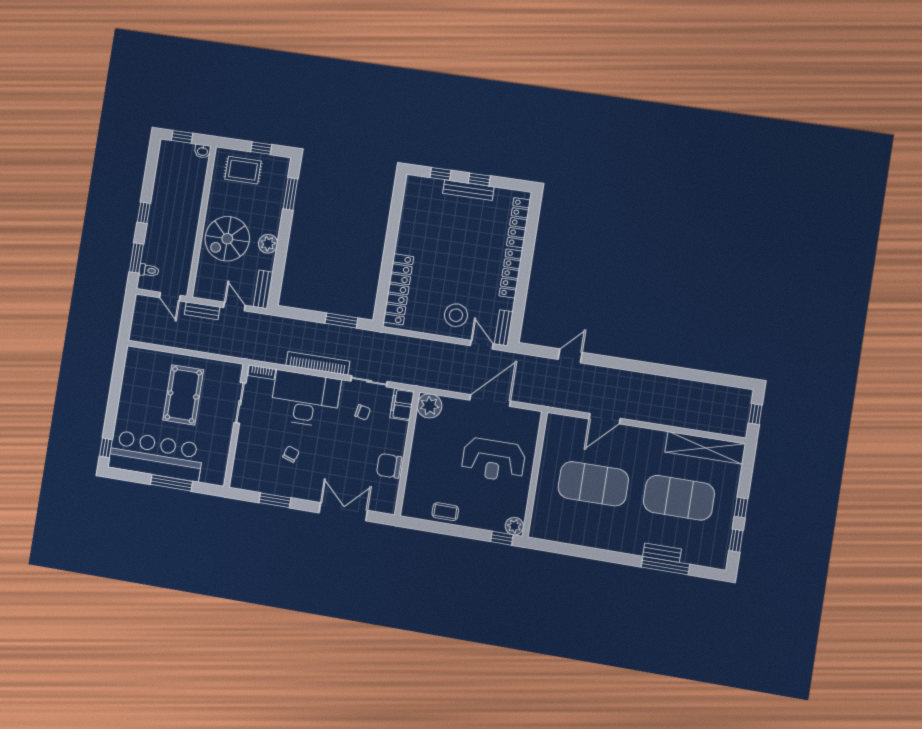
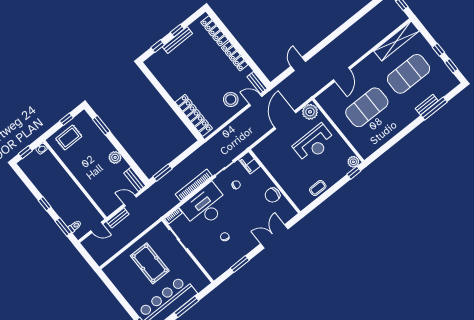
spiral stairs: (227, 239) -> (95, 175), removed
window: (341, 321) -> (162, 173), moved
plant: (429, 406) -> (310, 112), moved

